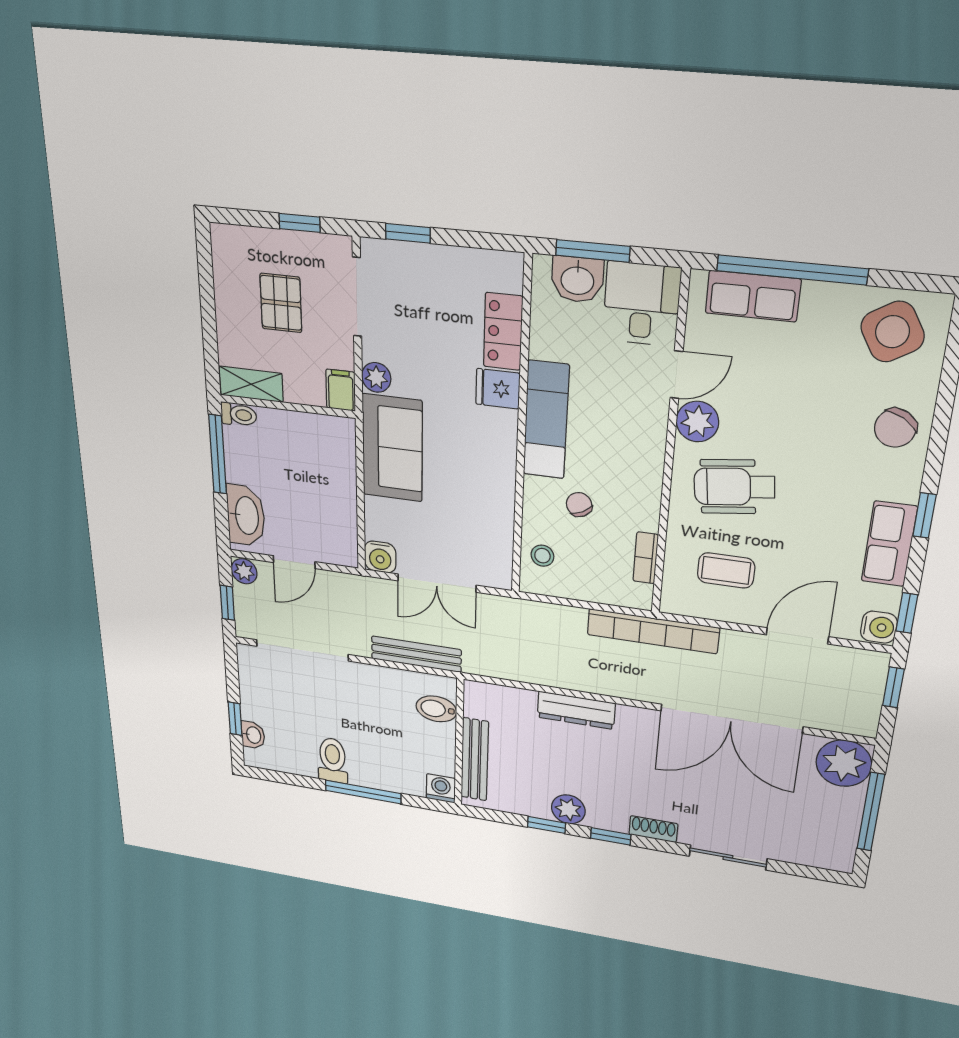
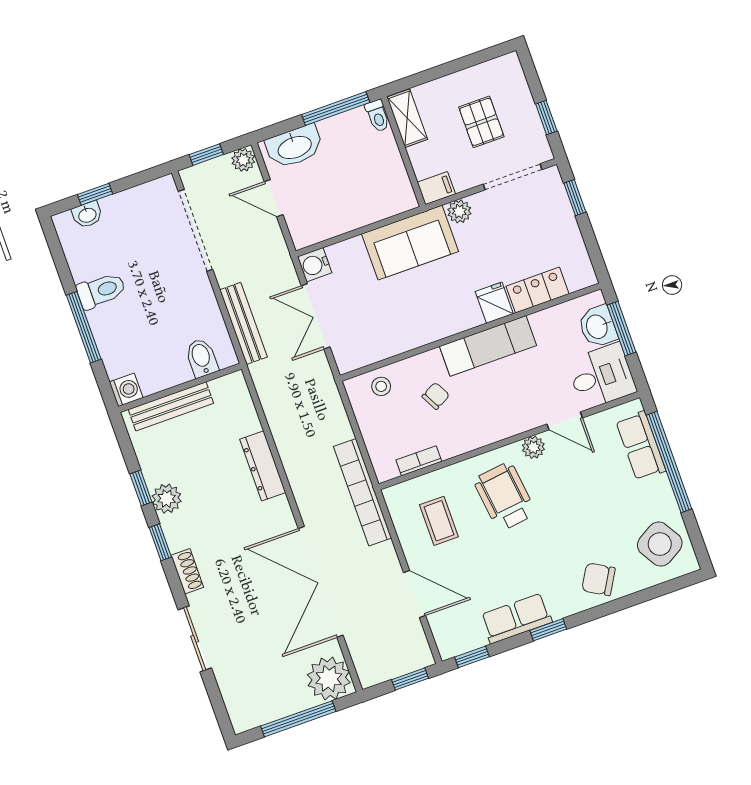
pallet: (281, 303) -> (481, 122), turned 90
plant: (697, 422) -> (533, 447), width x0.73, depth x0.73
water cooler: (879, 627) -> (451, 645), removed

